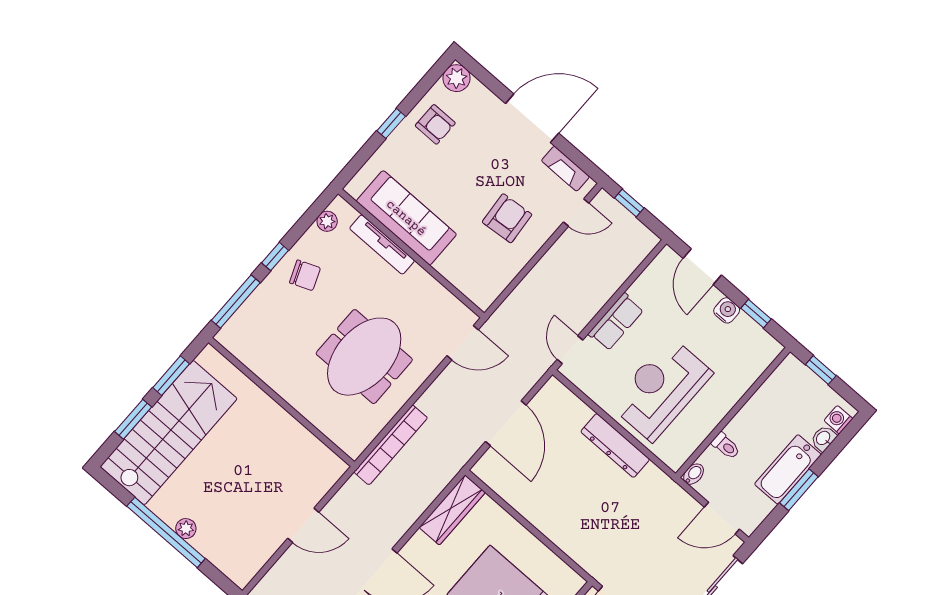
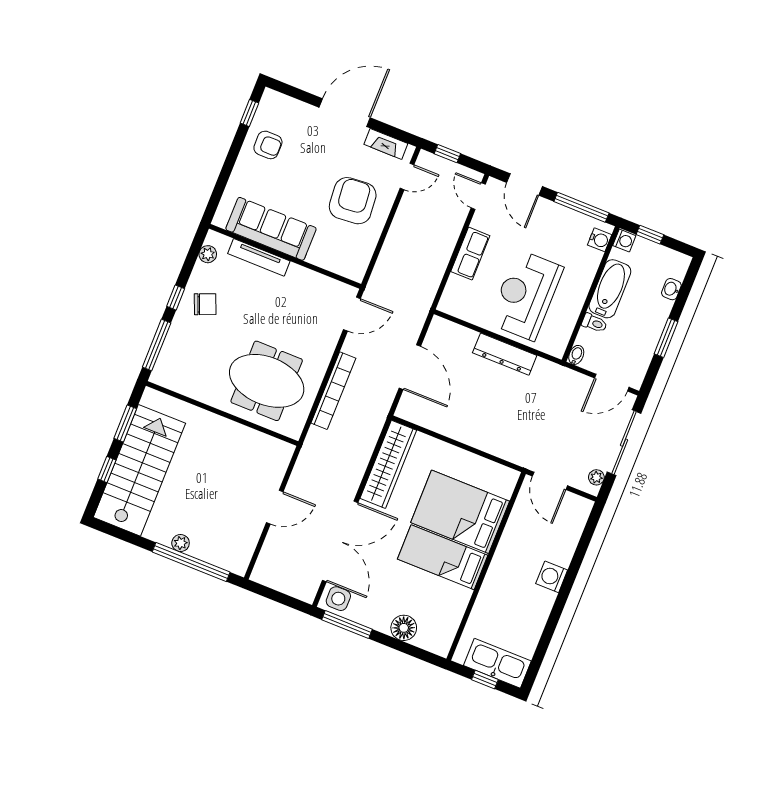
plant: (457, 78) -> (272, 101), removed
window: (391, 123) -> (249, 113), moved
armchair: (507, 218) -> (353, 201), width x1.36, depth x1.36
water cooler: (727, 310) -> (600, 240), moved, turned 90
window: (756, 314) -> (581, 207), width x2.17
door: (570, 350) -> (478, 196), moved
meeting table: (364, 357) -> (267, 381), moved, turned 90
window: (133, 419) -> (107, 469), width x0.67
washing machine: (838, 420) -> (624, 241), moved, turned 180
bookcase: (391, 445) -> (333, 391), moved
bathtub: (788, 469) -> (610, 289), moved, turned 180
wardrobe: (452, 510) -> (388, 464), width x1.40, depth x1.17
window: (166, 532) -> (191, 562), moved

